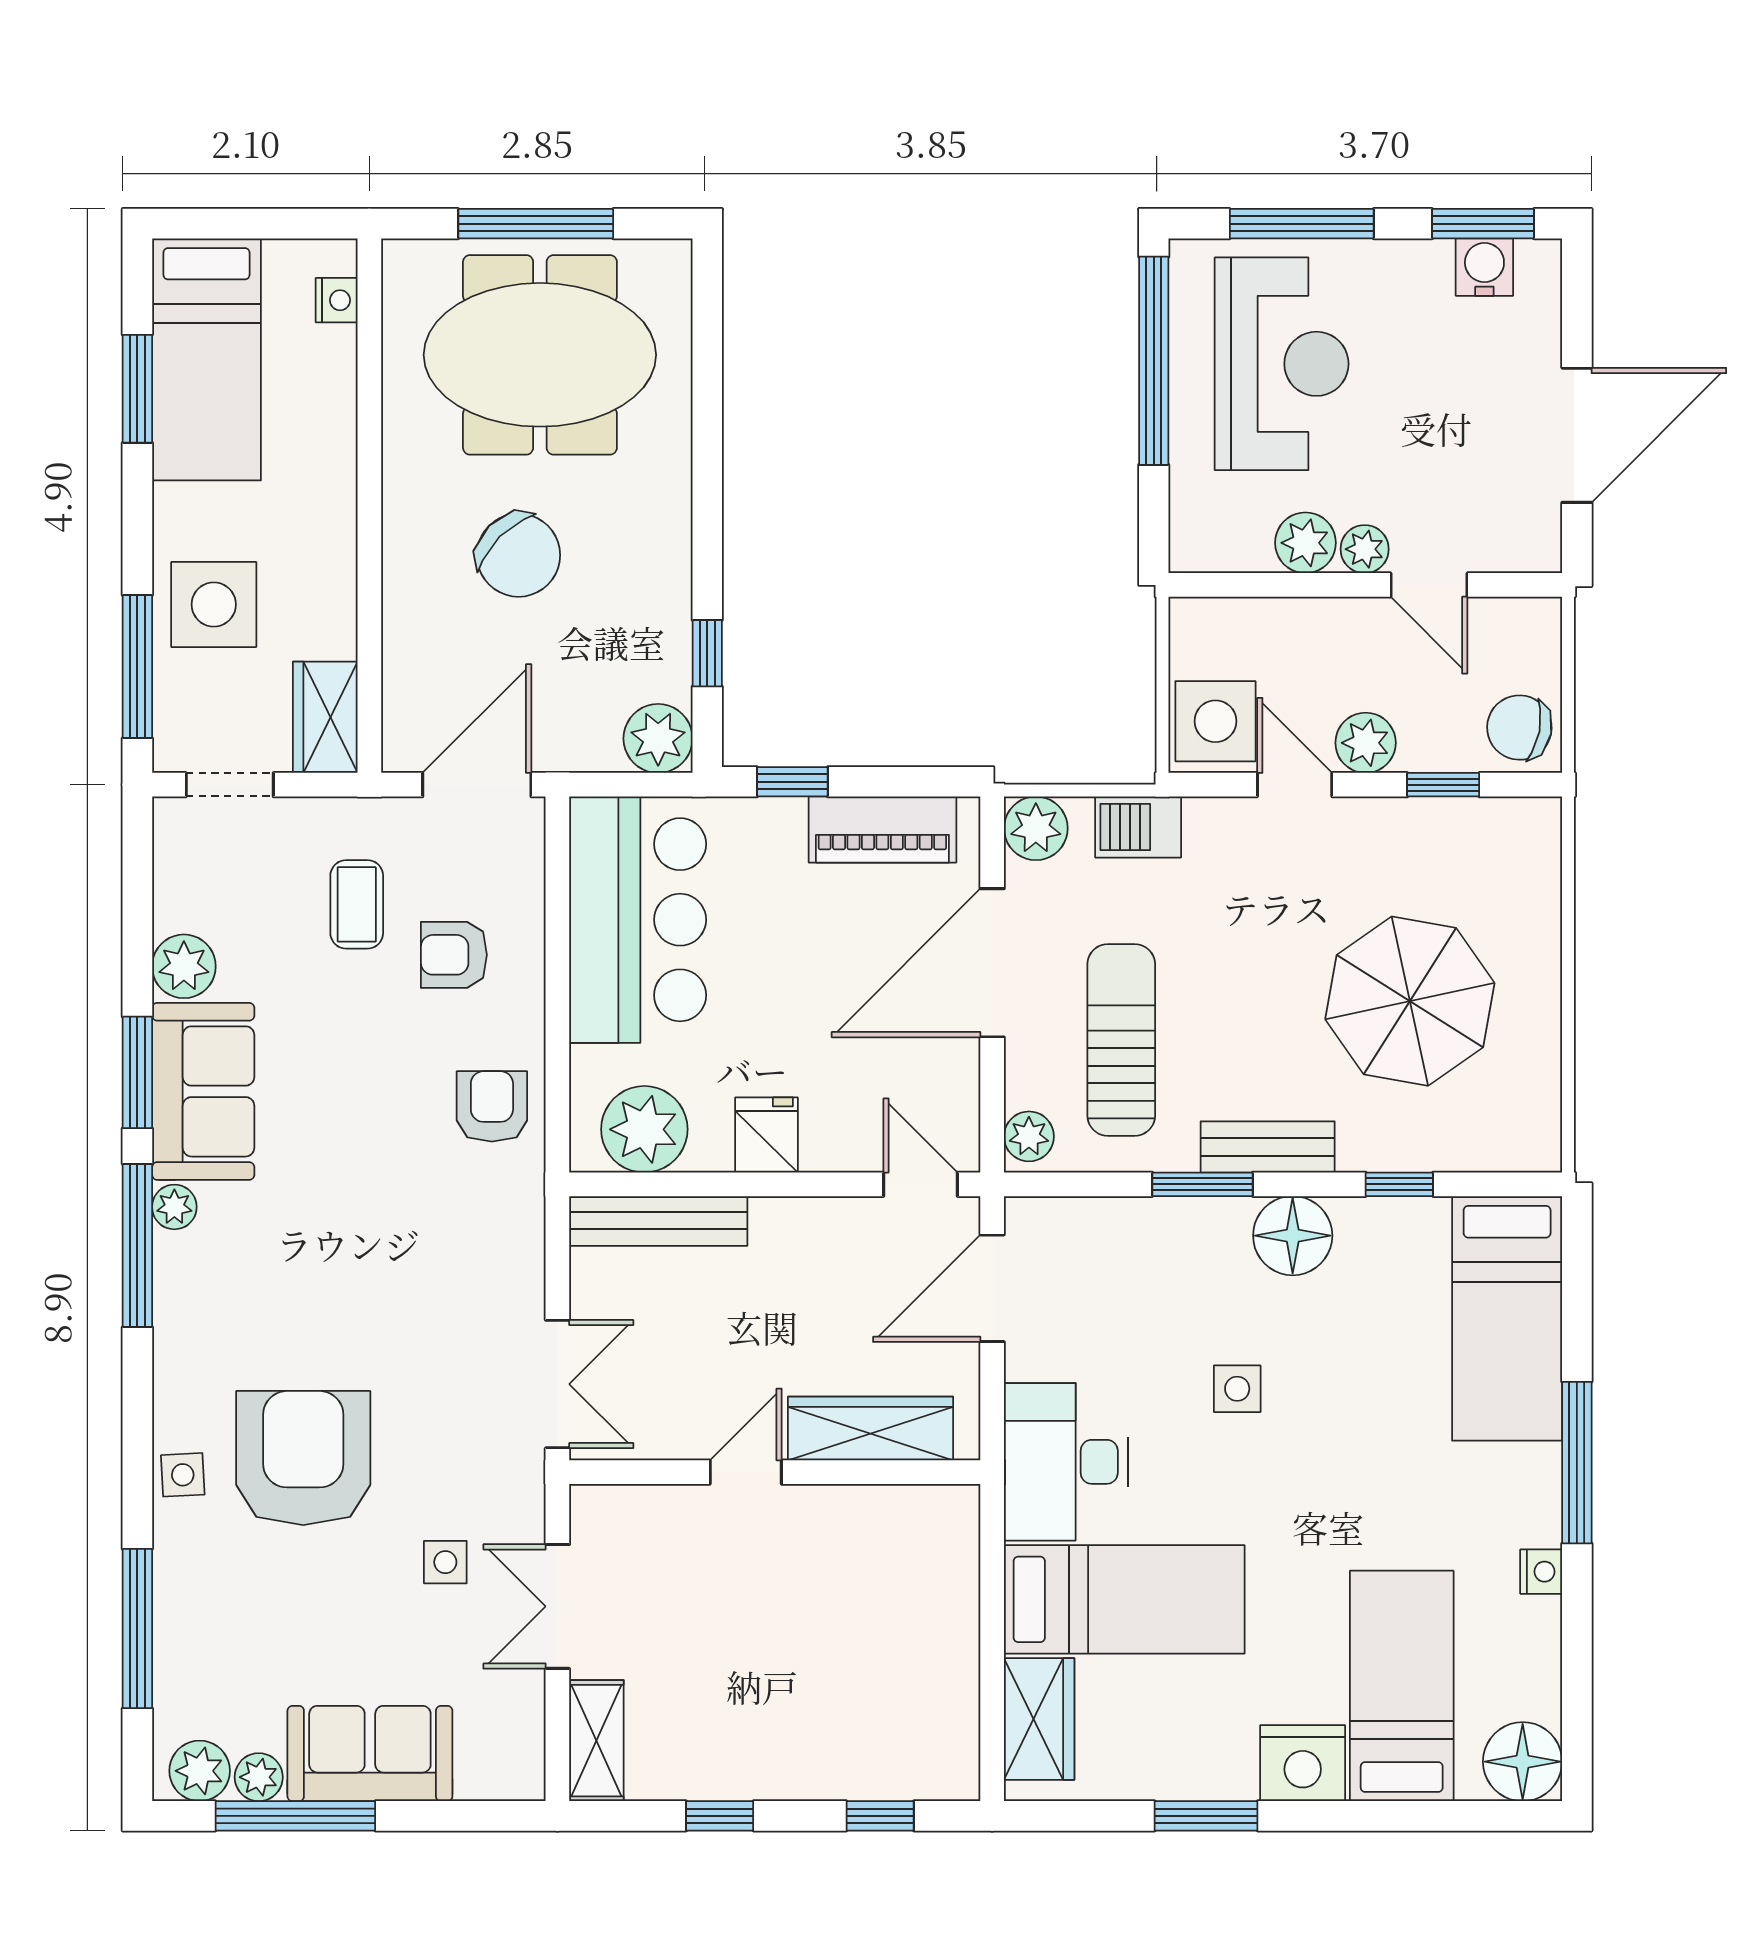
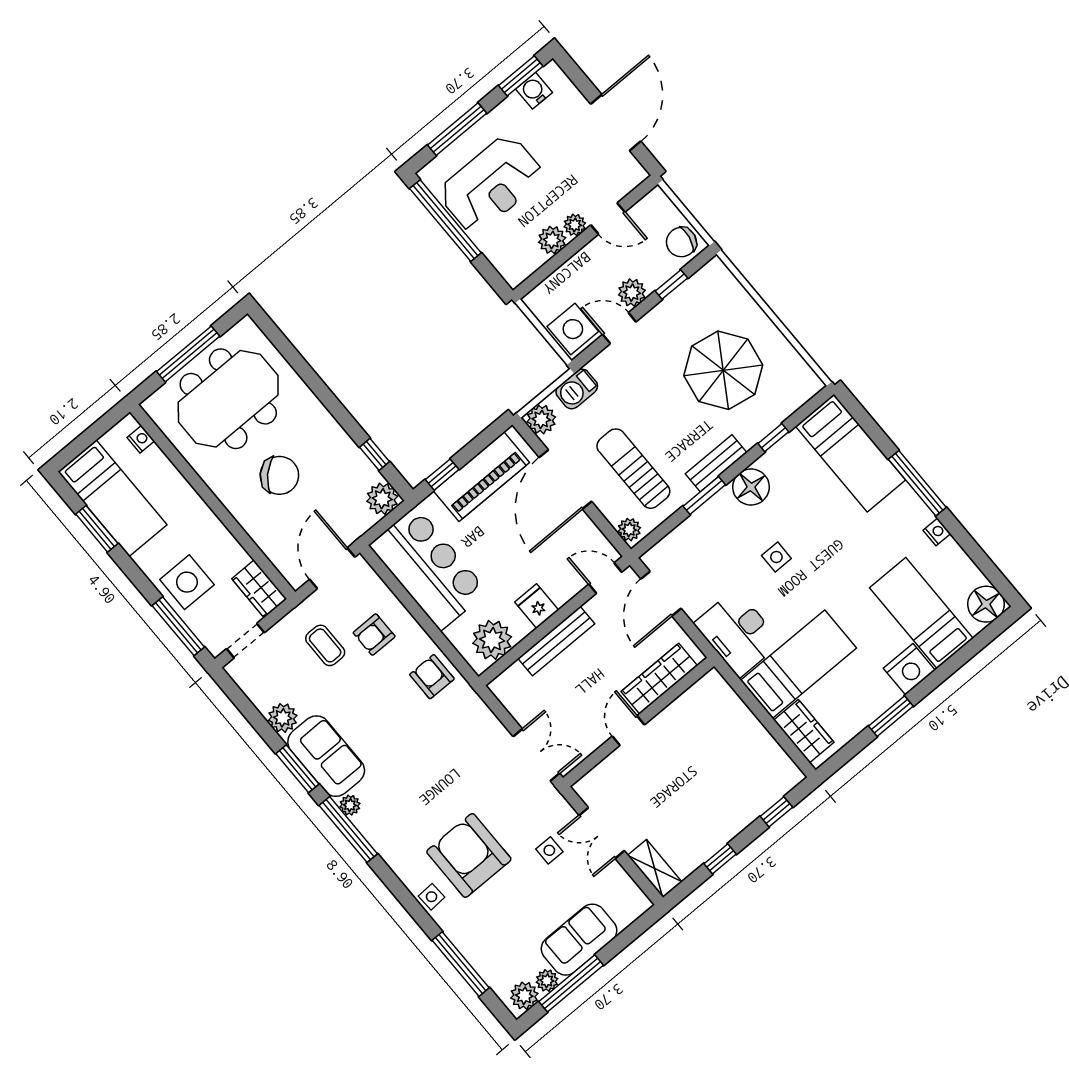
reception desk: (1282, 364) -> (491, 184), turned 90
piano: (882, 830) -> (481, 477), width x1.37, depth x1.33
bench: (658, 1221) -> (556, 641), moved

